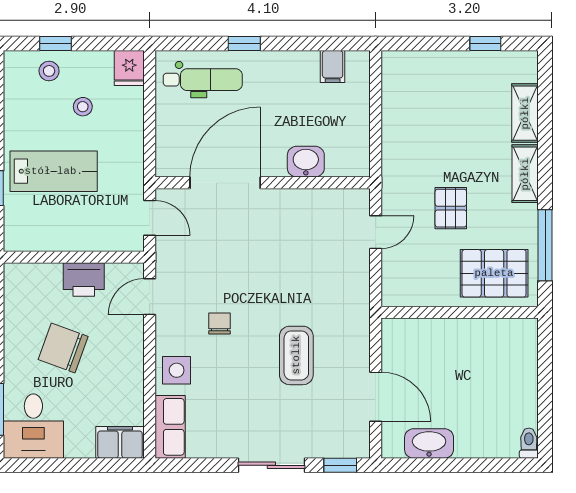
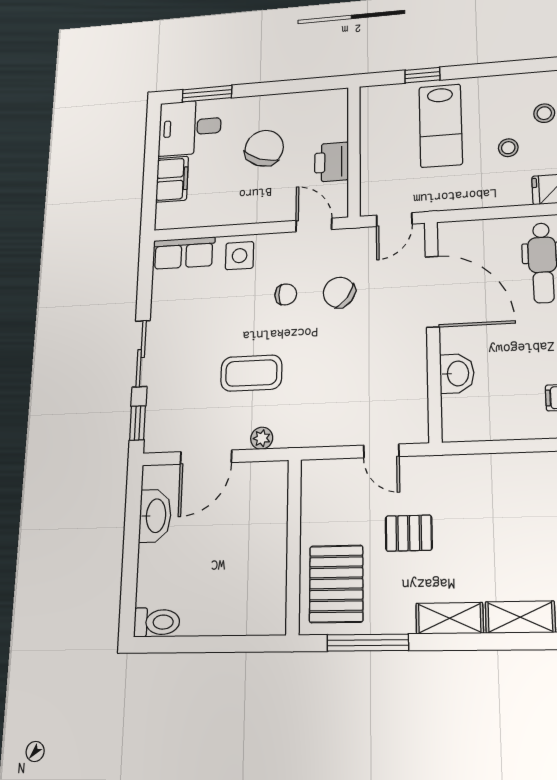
chair: (220, 272) -> (339, 292), added
plant: (360, 344) -> (262, 438), added
filing cabinet: (120, 442) -> (172, 179), moved
toilet: (529, 443) -> (157, 622), width x1.37, depth x1.39

